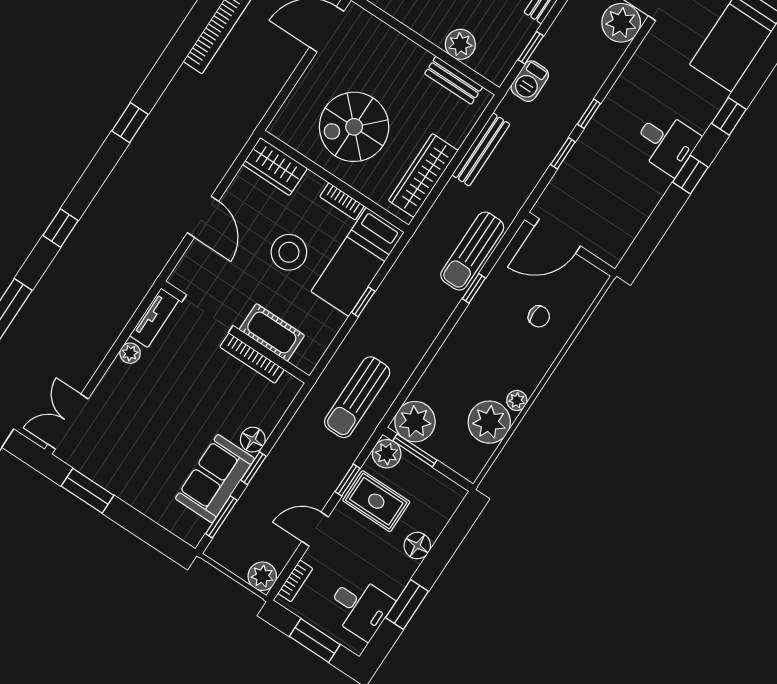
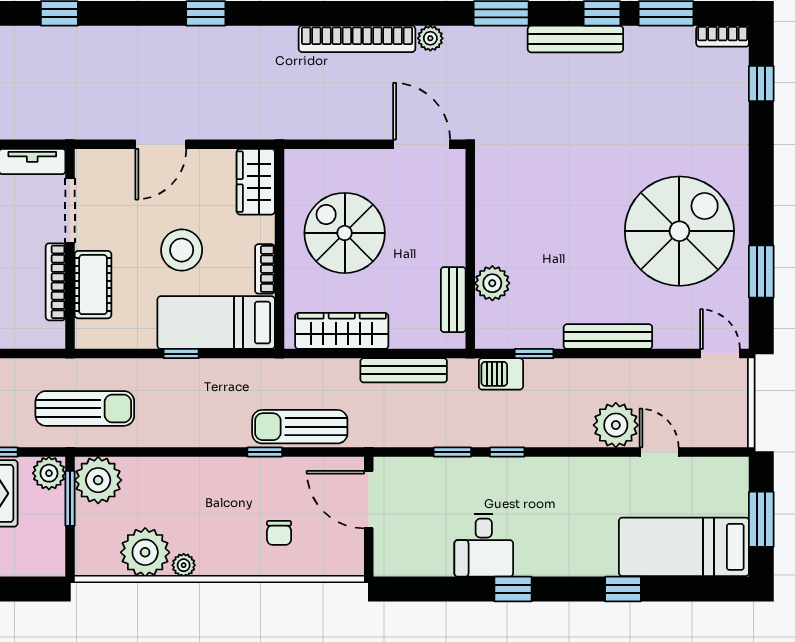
window: (729, 116) -> (623, 589), moved
desk: (666, 143) -> (484, 545), moved
sun lounger: (357, 397) -> (85, 408), turned 180

